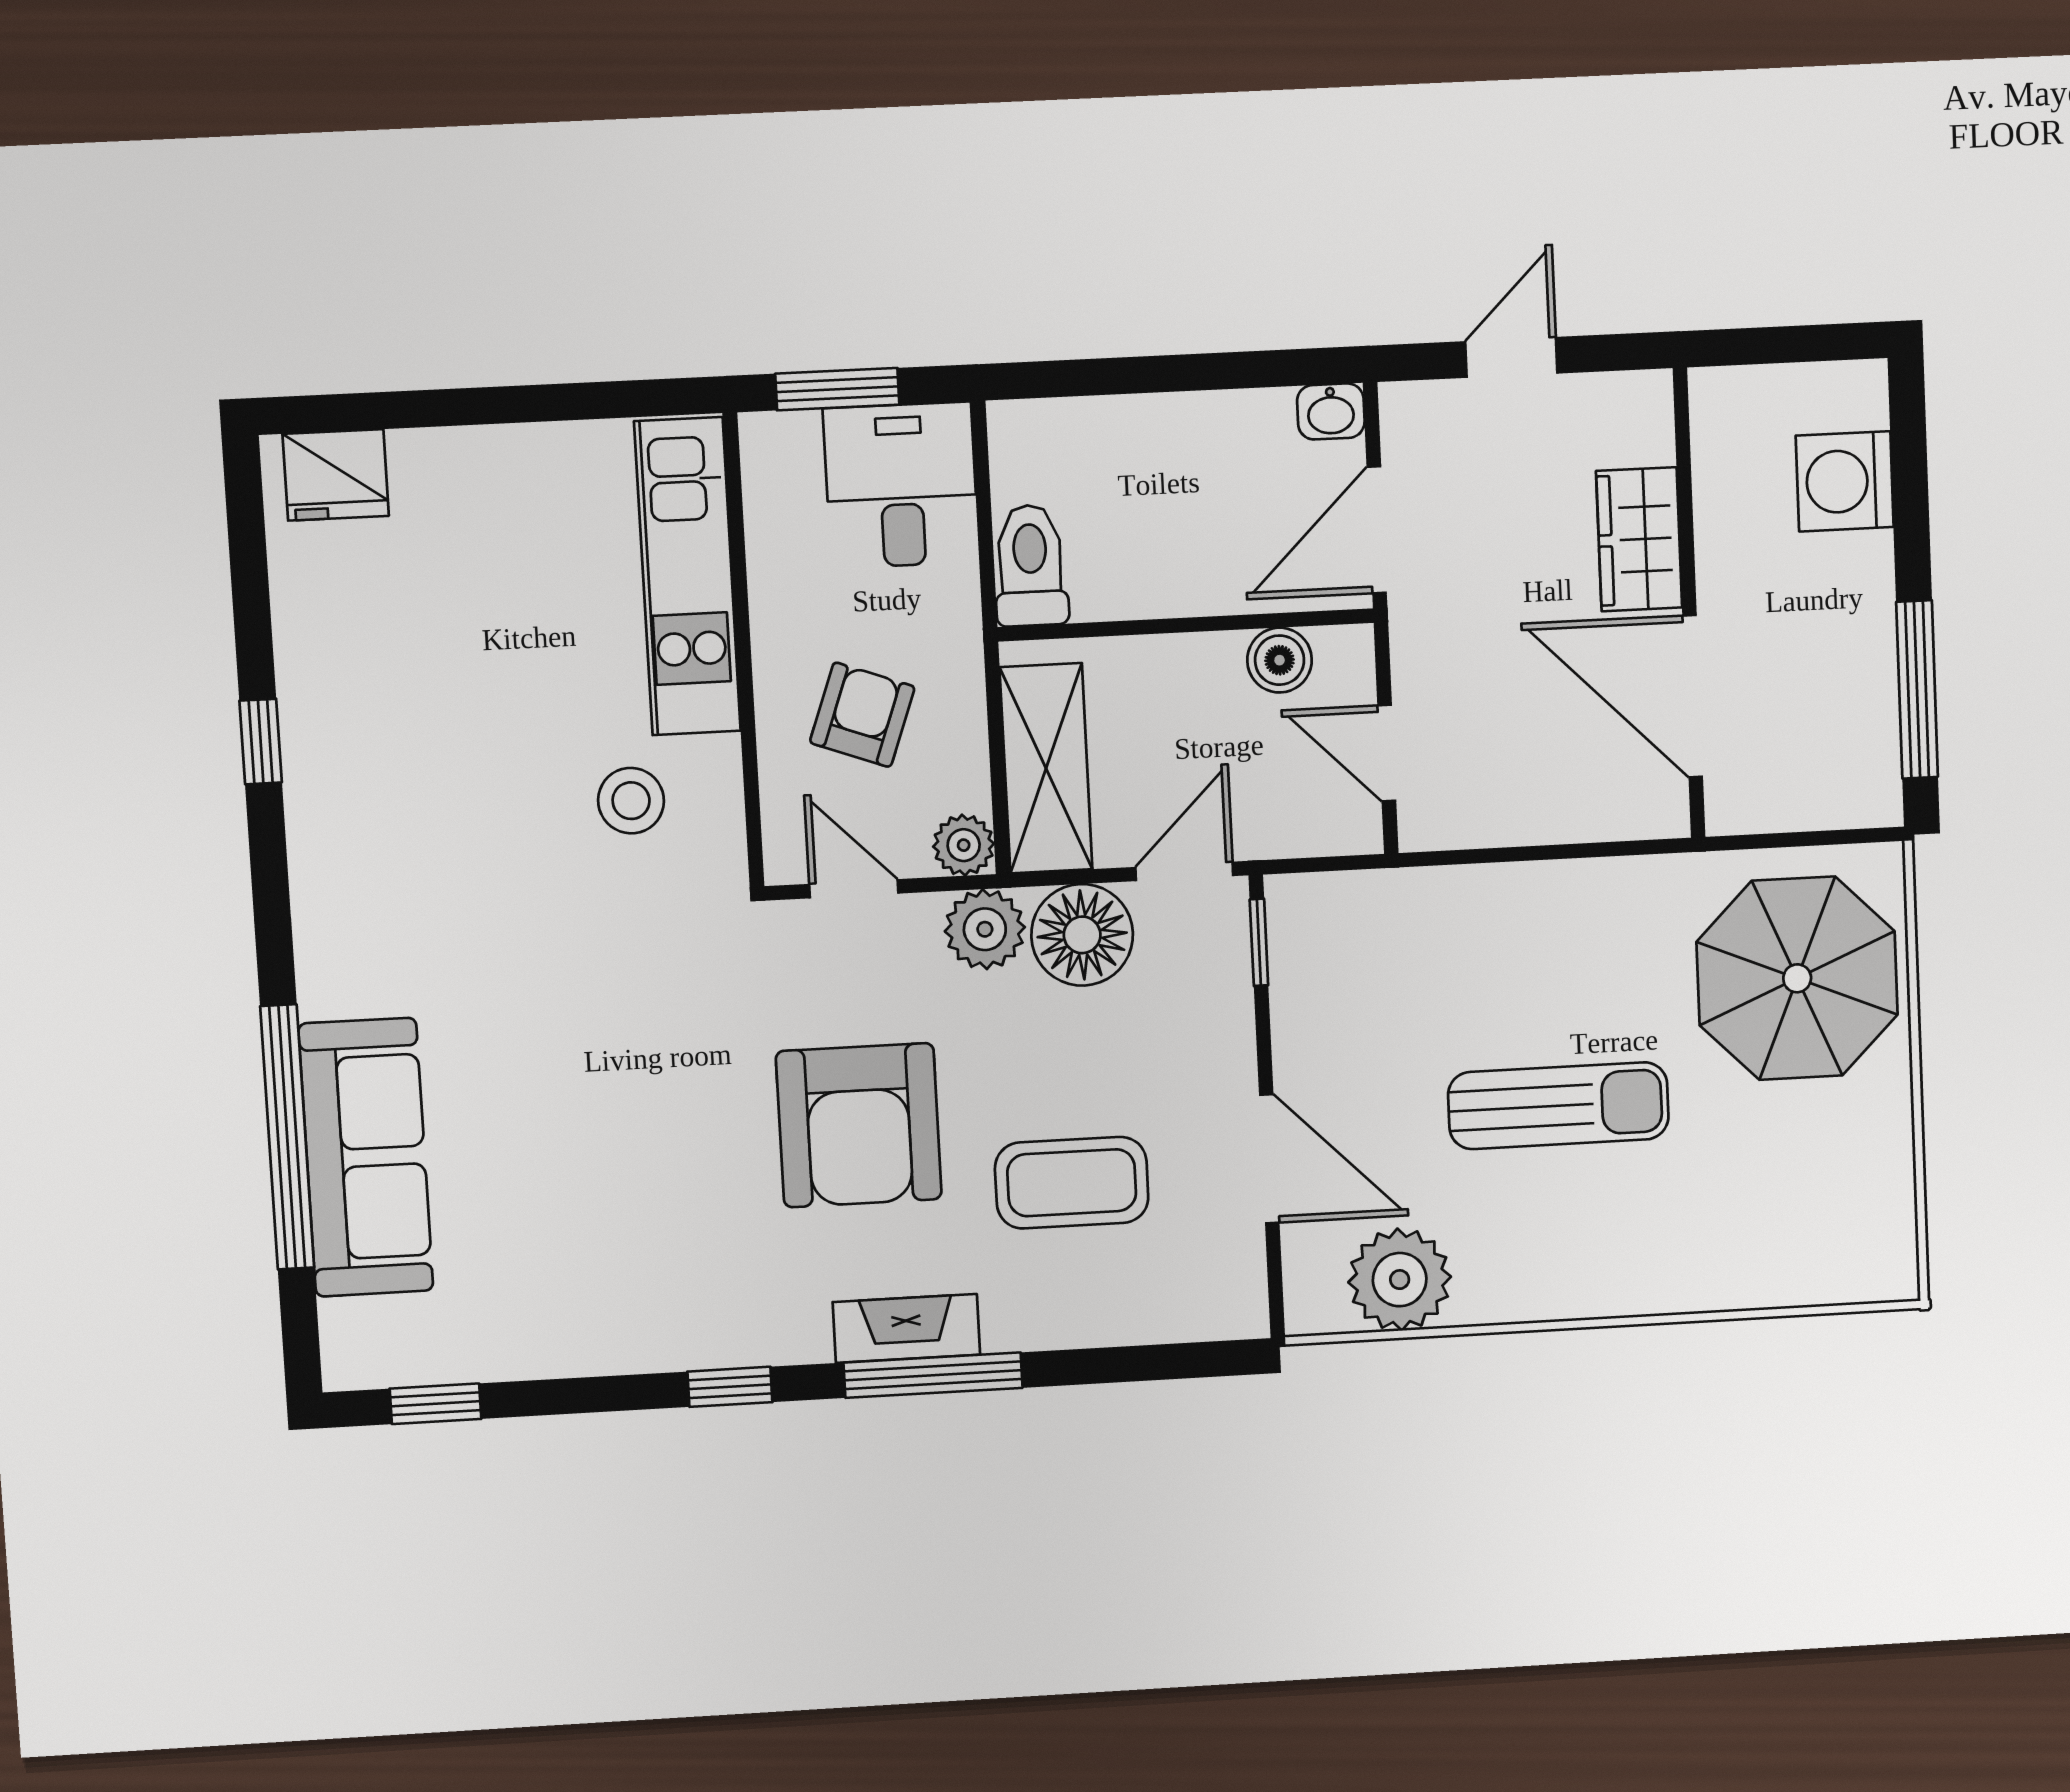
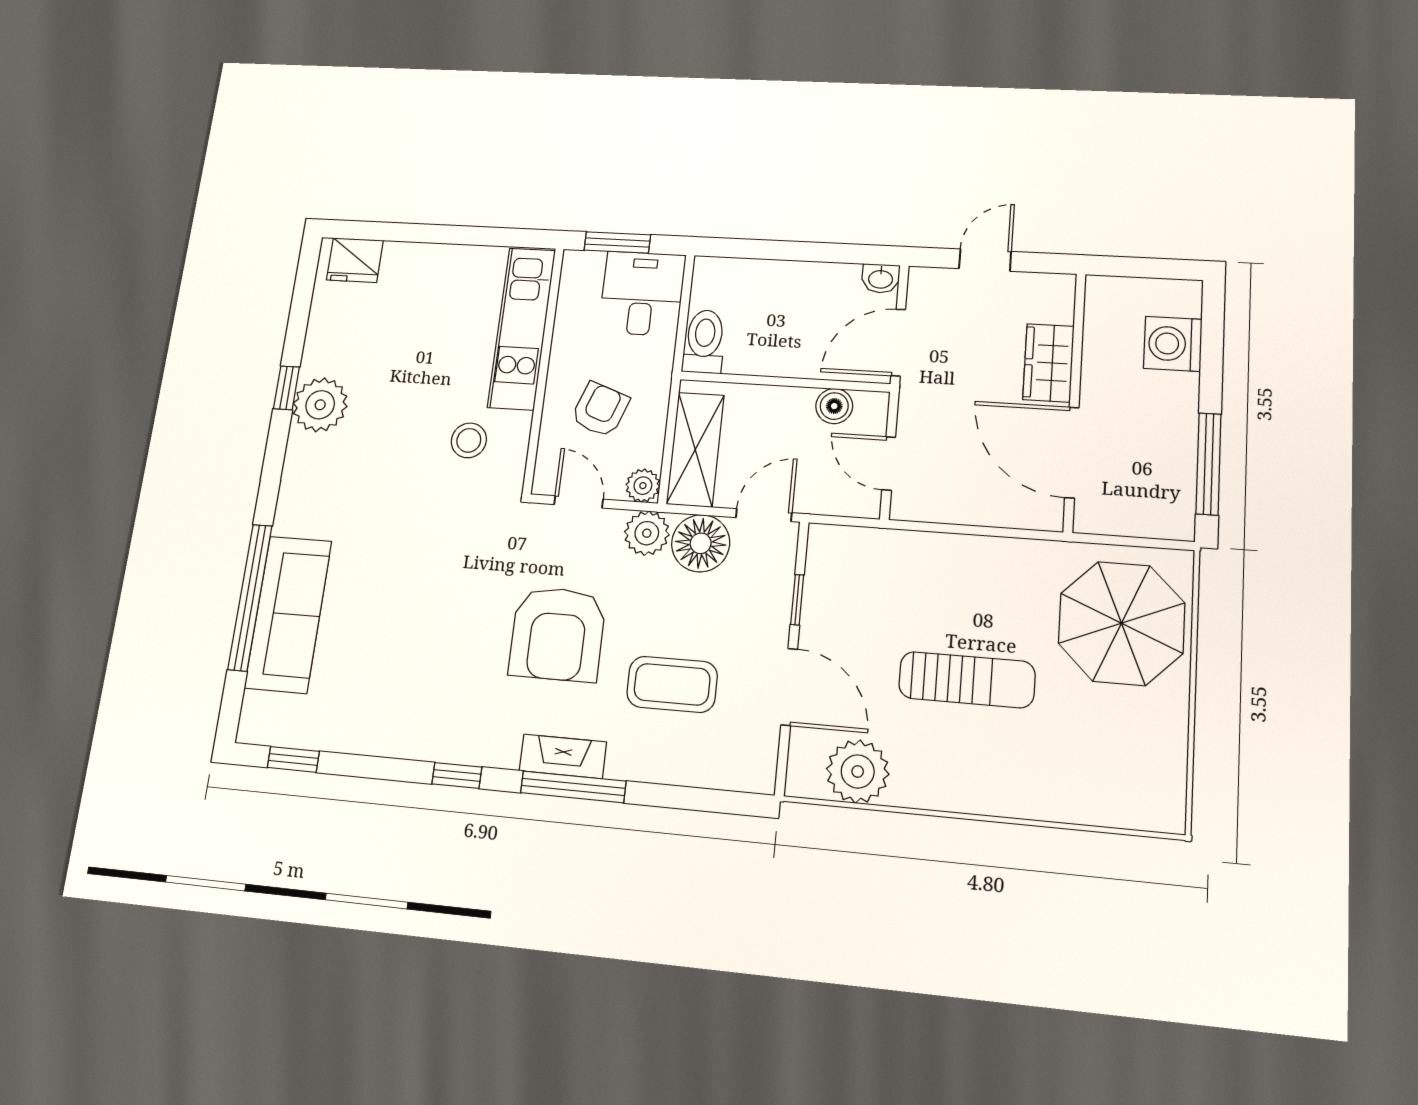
plant: (334, 767) -> (320, 405), added
window: (1259, 942) -> (797, 600), moved

